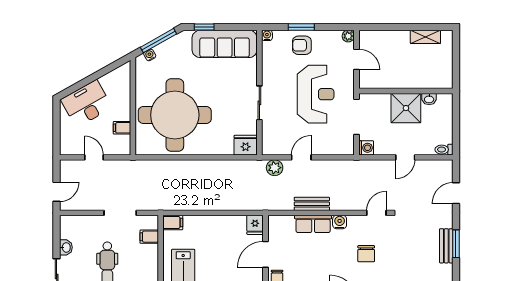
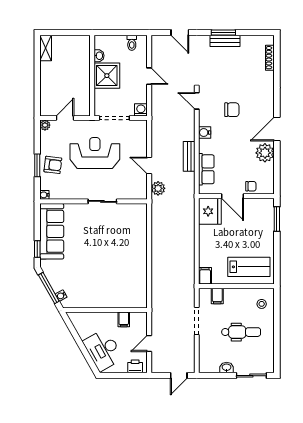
shelving: (425, 37) -> (46, 48), moved
armchair: (302, 45) -> (53, 165), turned -83
round table: (175, 115) -> (113, 274), removed
printer: (67, 141) -> (135, 366), added
fridge: (246, 145) -> (139, 213), removed
toilet: (444, 150) -> (132, 43), moved
door: (57, 192) -> (179, 376), swing flipped
row of seats: (313, 224) -> (206, 169), moved
fridge: (255, 225) -> (210, 211), width x1.88, depth x1.34

